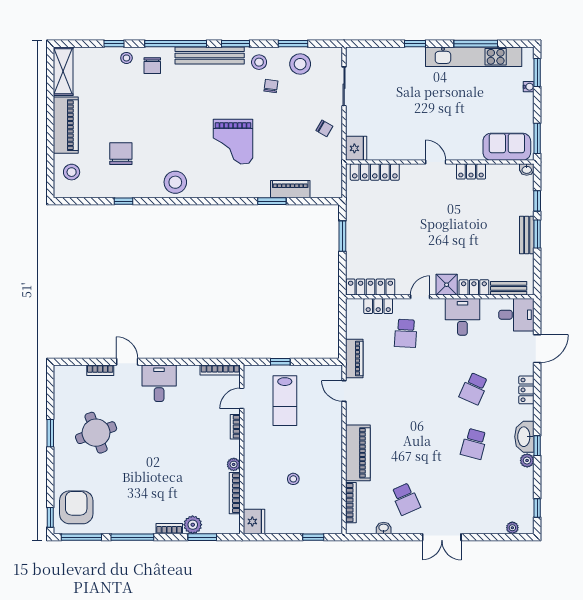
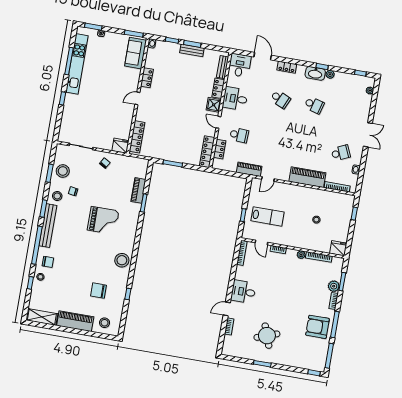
armchair: (76, 507) -> (317, 327), moved

